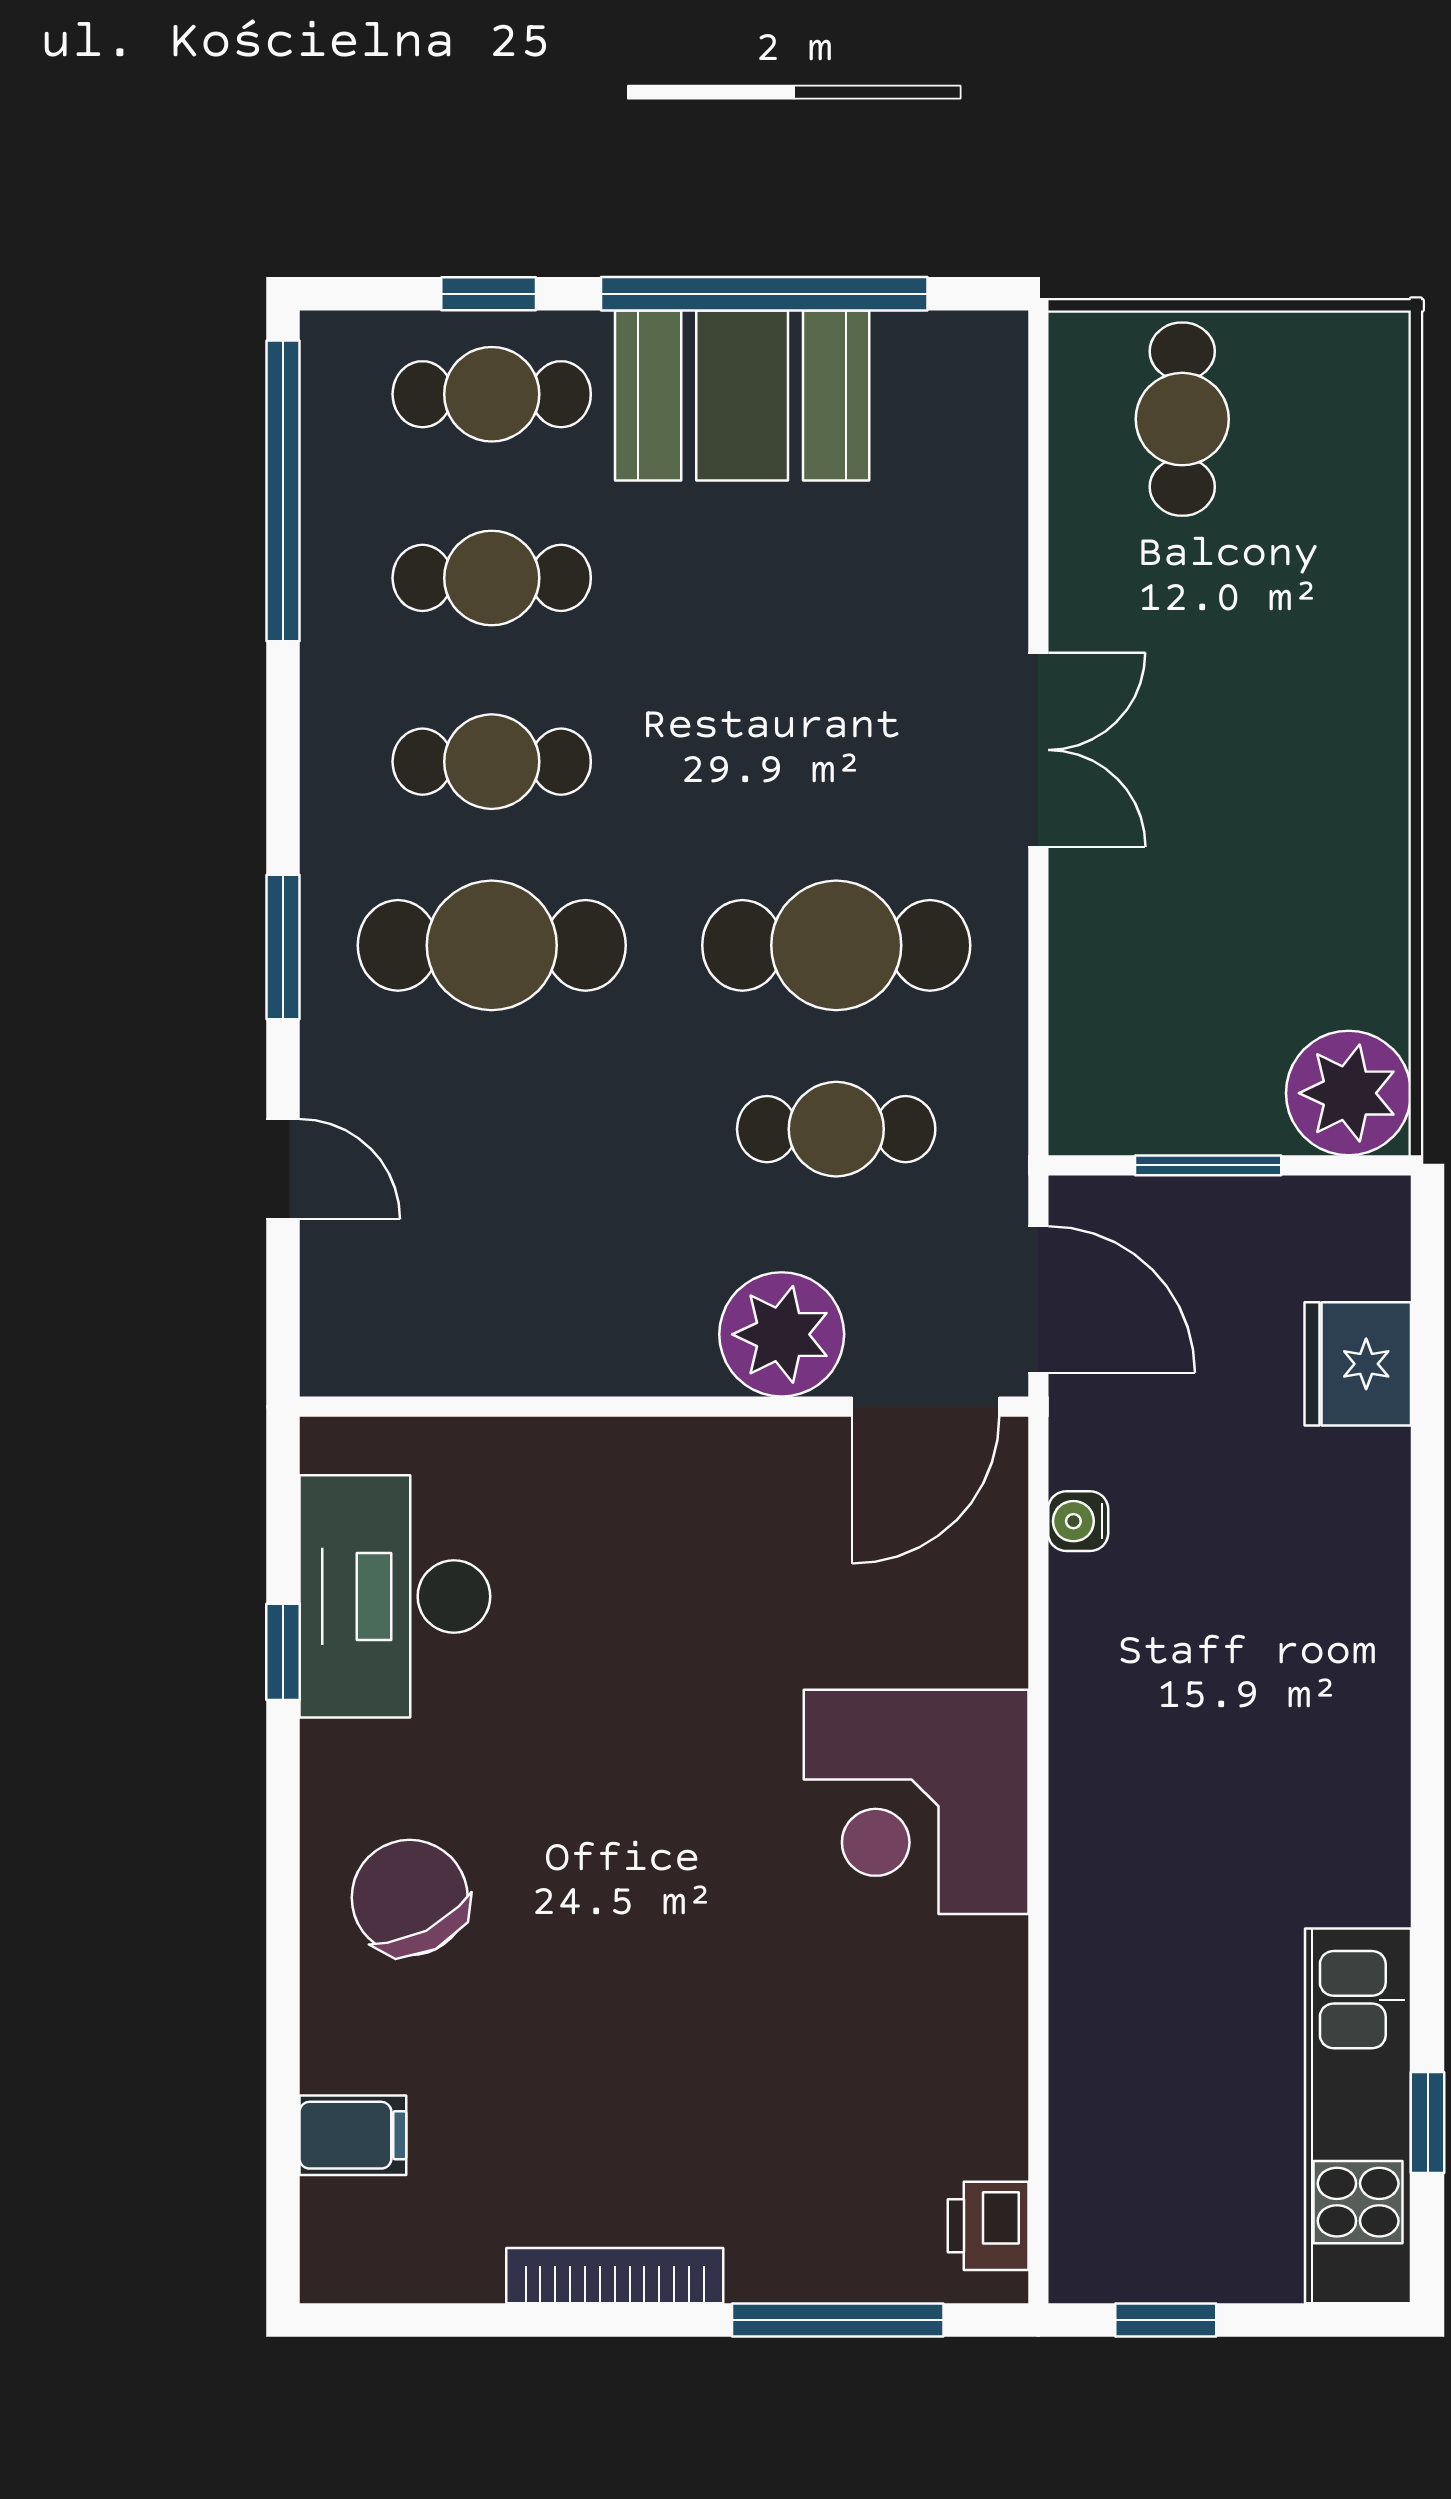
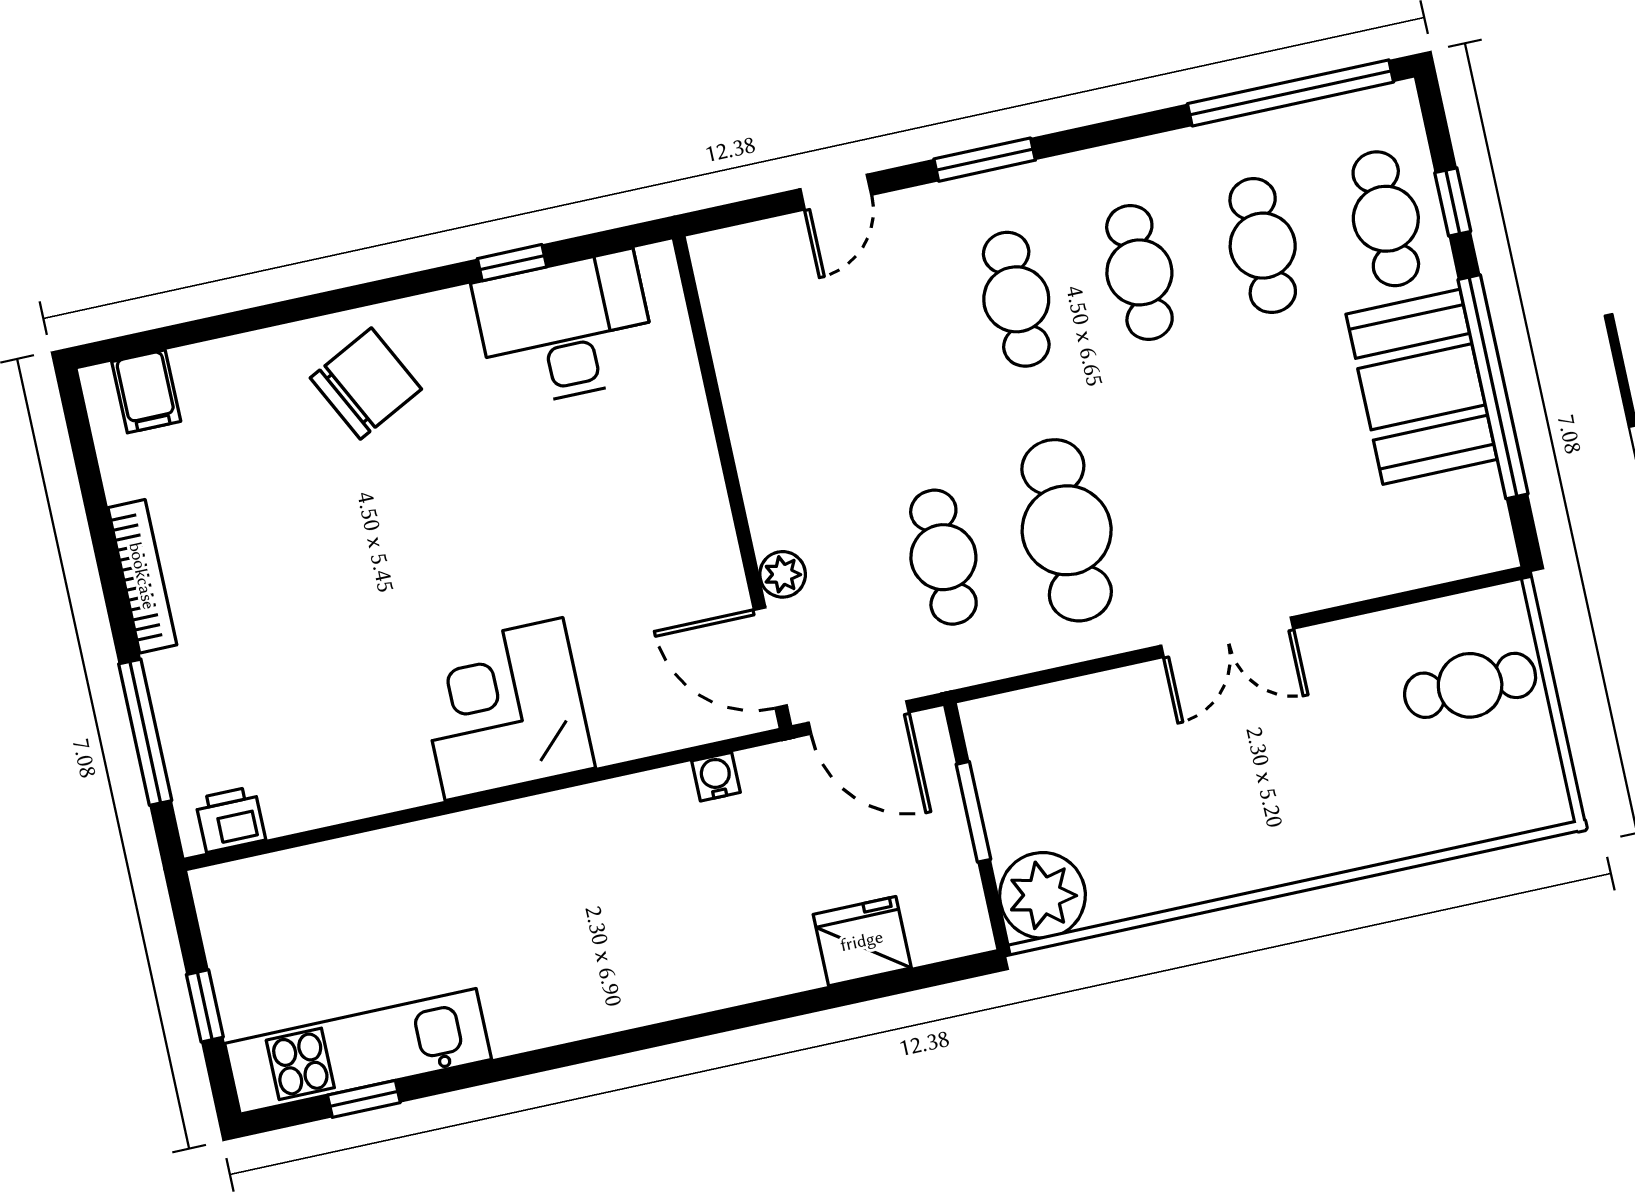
cafe table: (492, 945) -> (1016, 299), width x0.73, depth x0.74
door: (1038, 1299) -> (859, 718), hinge flipped
plant: (782, 1334) -> (783, 574), width x0.53, depth x0.53
filing cabinet: (353, 2135) -> (146, 391), moved
window: (1166, 2320) -> (205, 1006), moved

